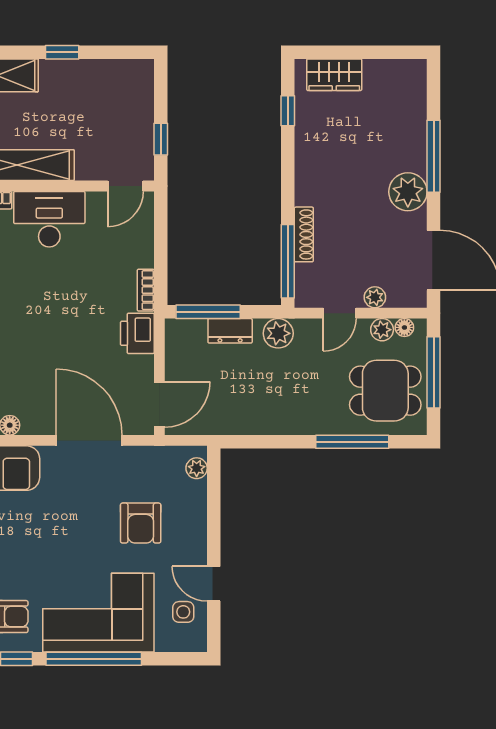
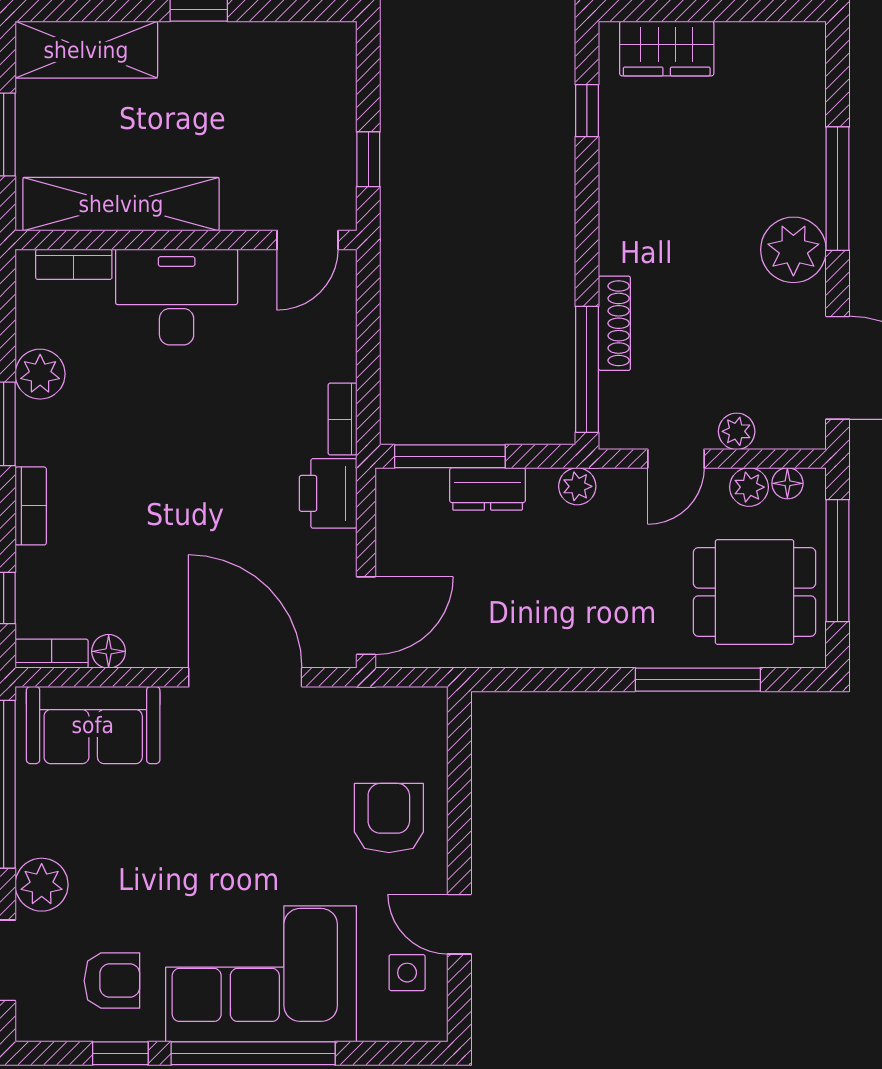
plant: (278, 333) -> (577, 486), width x0.73, depth x0.73
plant: (197, 468) -> (430, 725), removed
armchair: (141, 523) -> (389, 818), moved, turned 180

